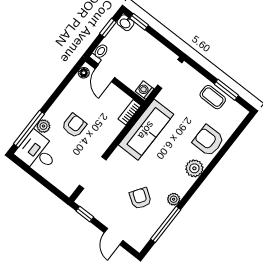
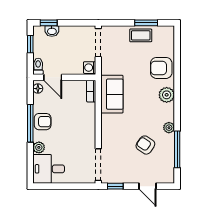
washbasin: (126, 23) -> (52, 31), moved
armchair: (74, 125) -> (43, 122), moved, turned 90
window: (29, 129) -> (30, 123), moved
sofa: (146, 130) -> (112, 94), width x0.73
doorway: (93, 173) -> (98, 165), moved

